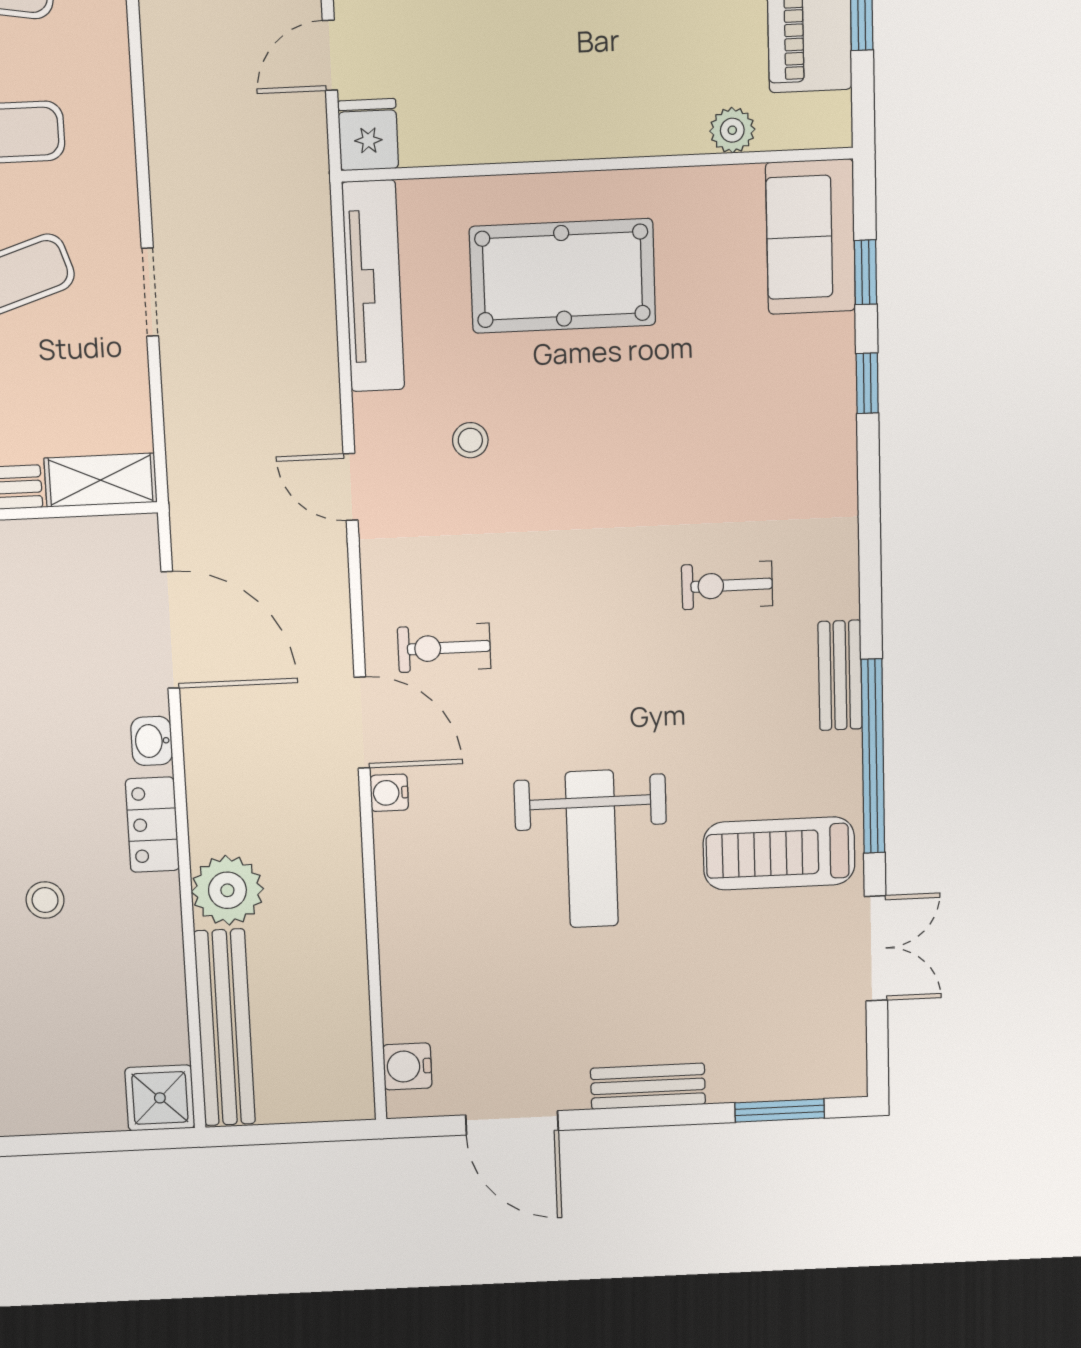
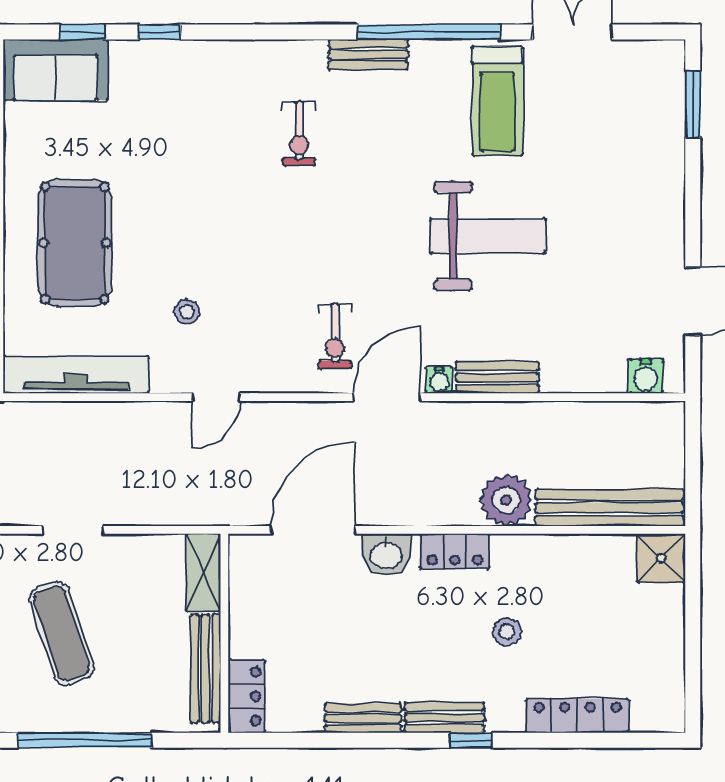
washbasin: (152, 741) -> (386, 554), width x1.38, depth x1.45
bench: (648, 1086) -> (497, 378), moved, turned 90

